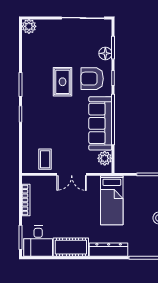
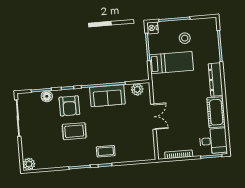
sofa: (100, 123) -> (107, 96), width x0.73
coffee table: (45, 159) -> (106, 151), moved
bed: (112, 200) -> (171, 63), moved

